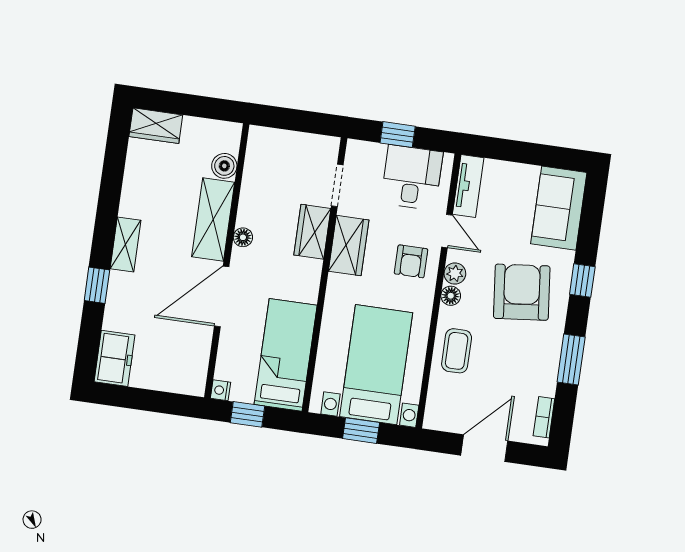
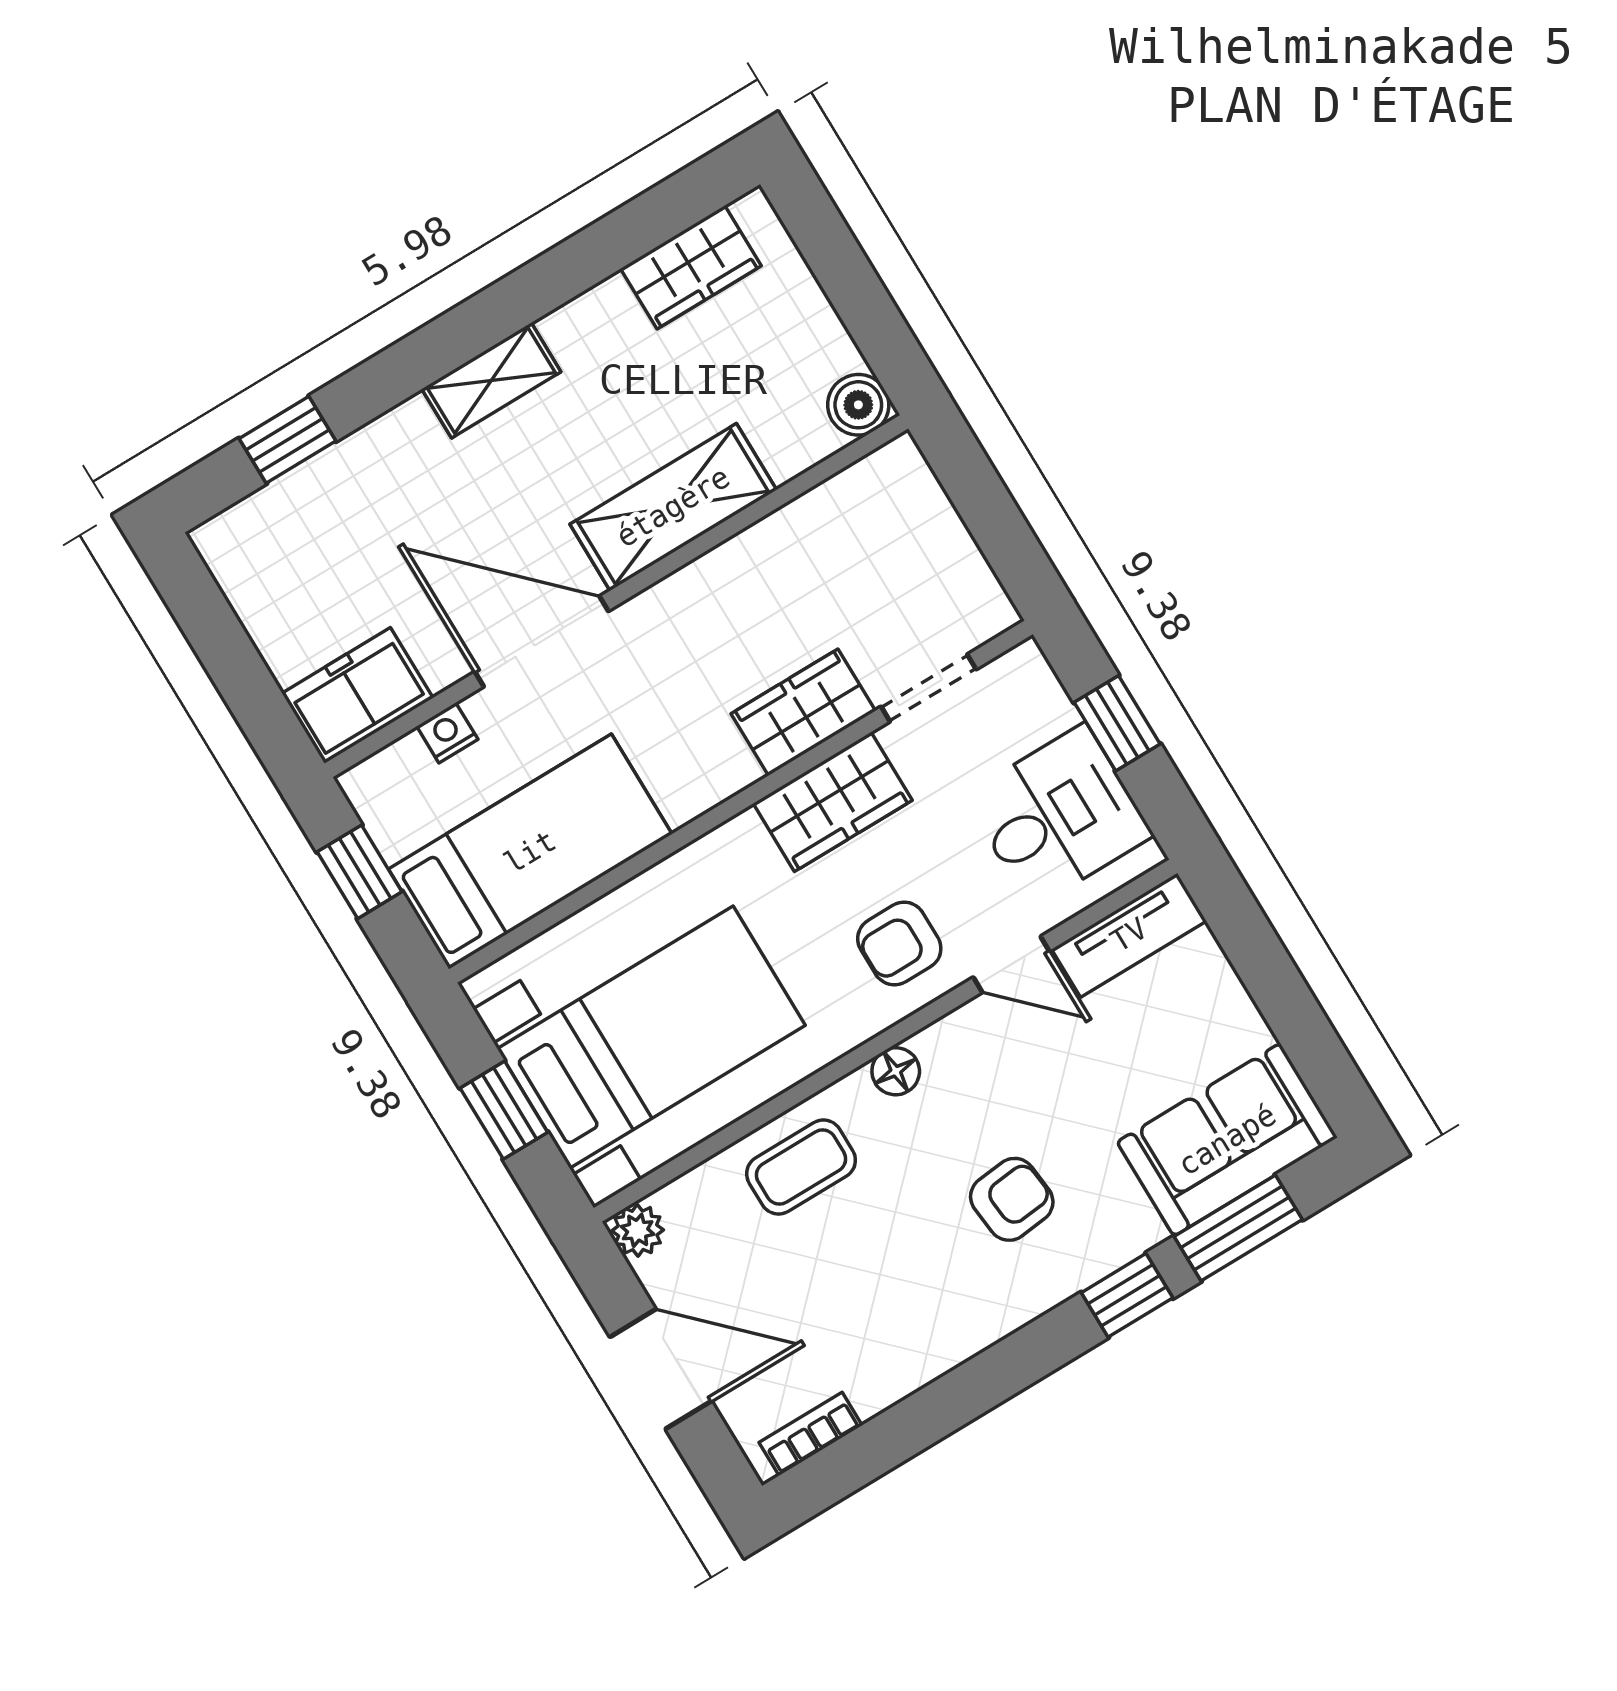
wardrobe: (156, 126) -> (691, 267), moved, turned -90
boiler: (224, 166) -> (858, 405), moved
door: (447, 231) -> (1011, 964), hinge flipped
floor lamp: (243, 237) -> (686, 590), removed
plant: (455, 274) -> (638, 1230), moved
window: (97, 285) -> (288, 440), moved
armchair: (522, 292) -> (1012, 1199), width x0.53, depth x0.53
freezer: (114, 358) -> (357, 696), moved, turned 180
window: (571, 359) -> (1238, 1228), moved
nightstand: (221, 390) -> (447, 733), moved

